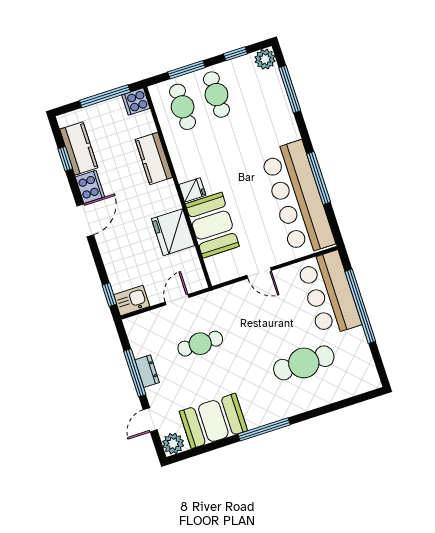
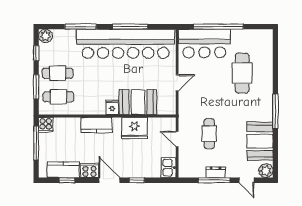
window: (290, 89) -> (81, 27), moved
kitchen counter: (154, 158) -> (96, 125), moved
bar counter: (298, 199) -> (126, 44), width x1.36
window: (109, 295) -> (137, 180), moved

